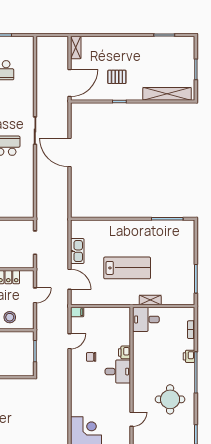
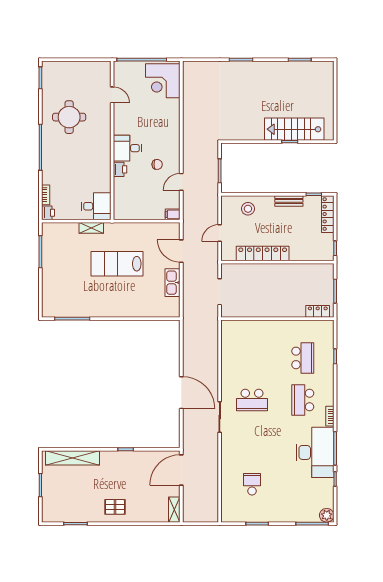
pallet: (117, 77) -> (115, 507), moved
printer: (189, 356) -> (48, 213), moved
door: (132, 419) -> (112, 95), swing flipped

